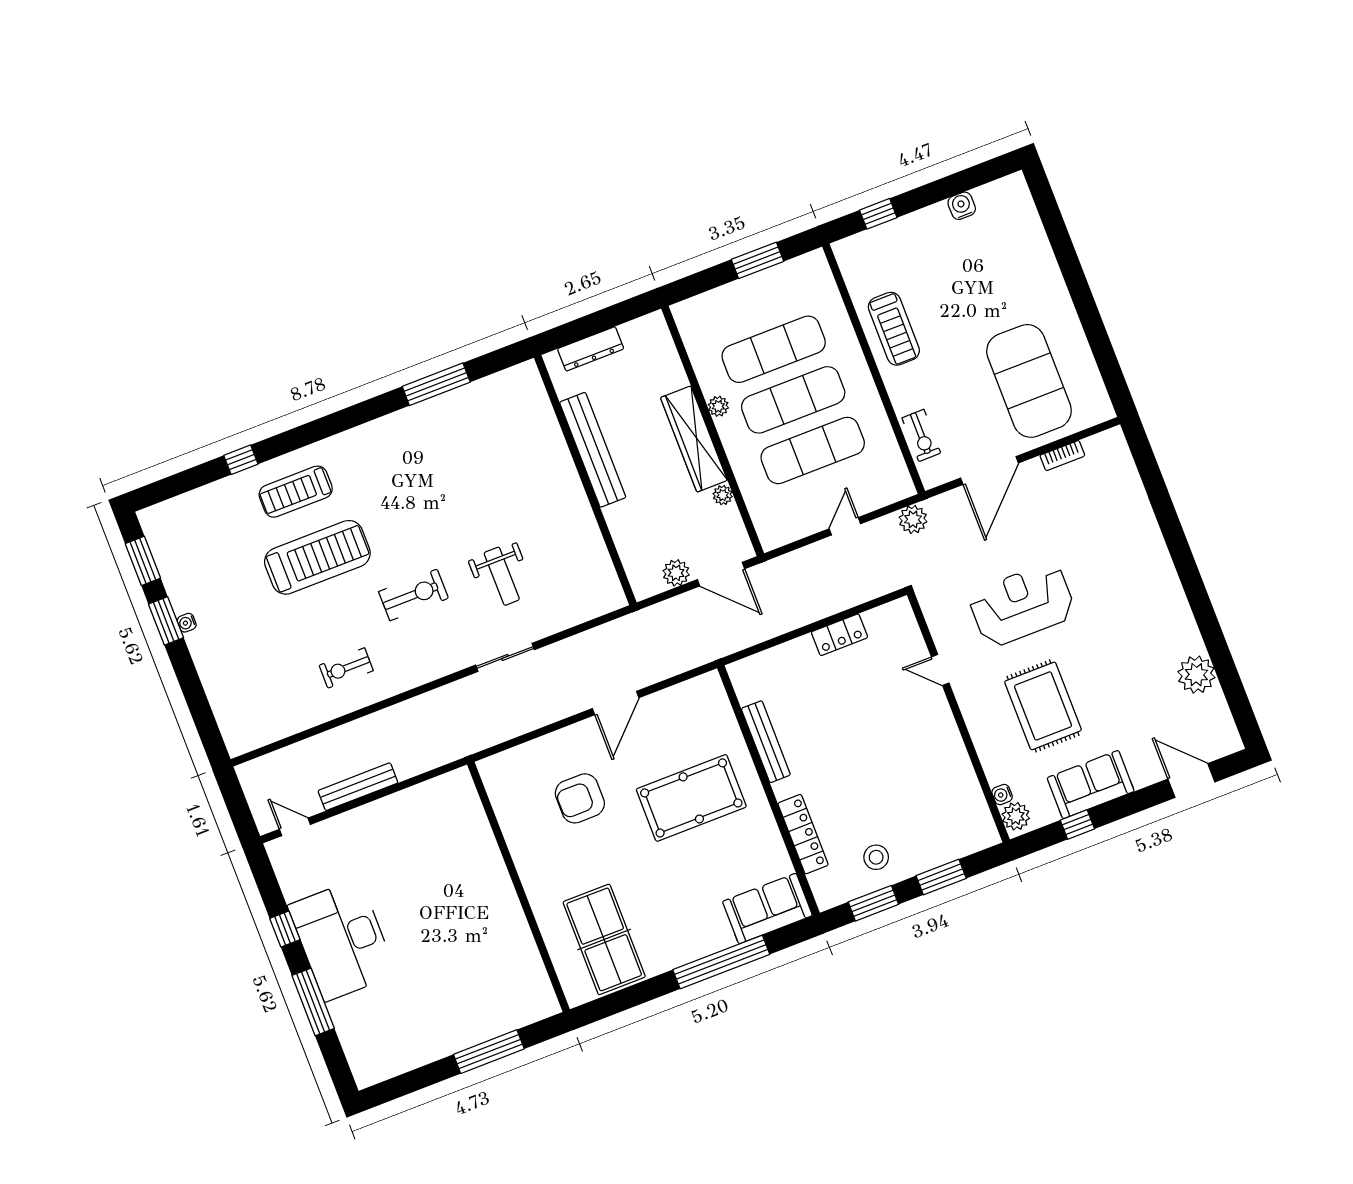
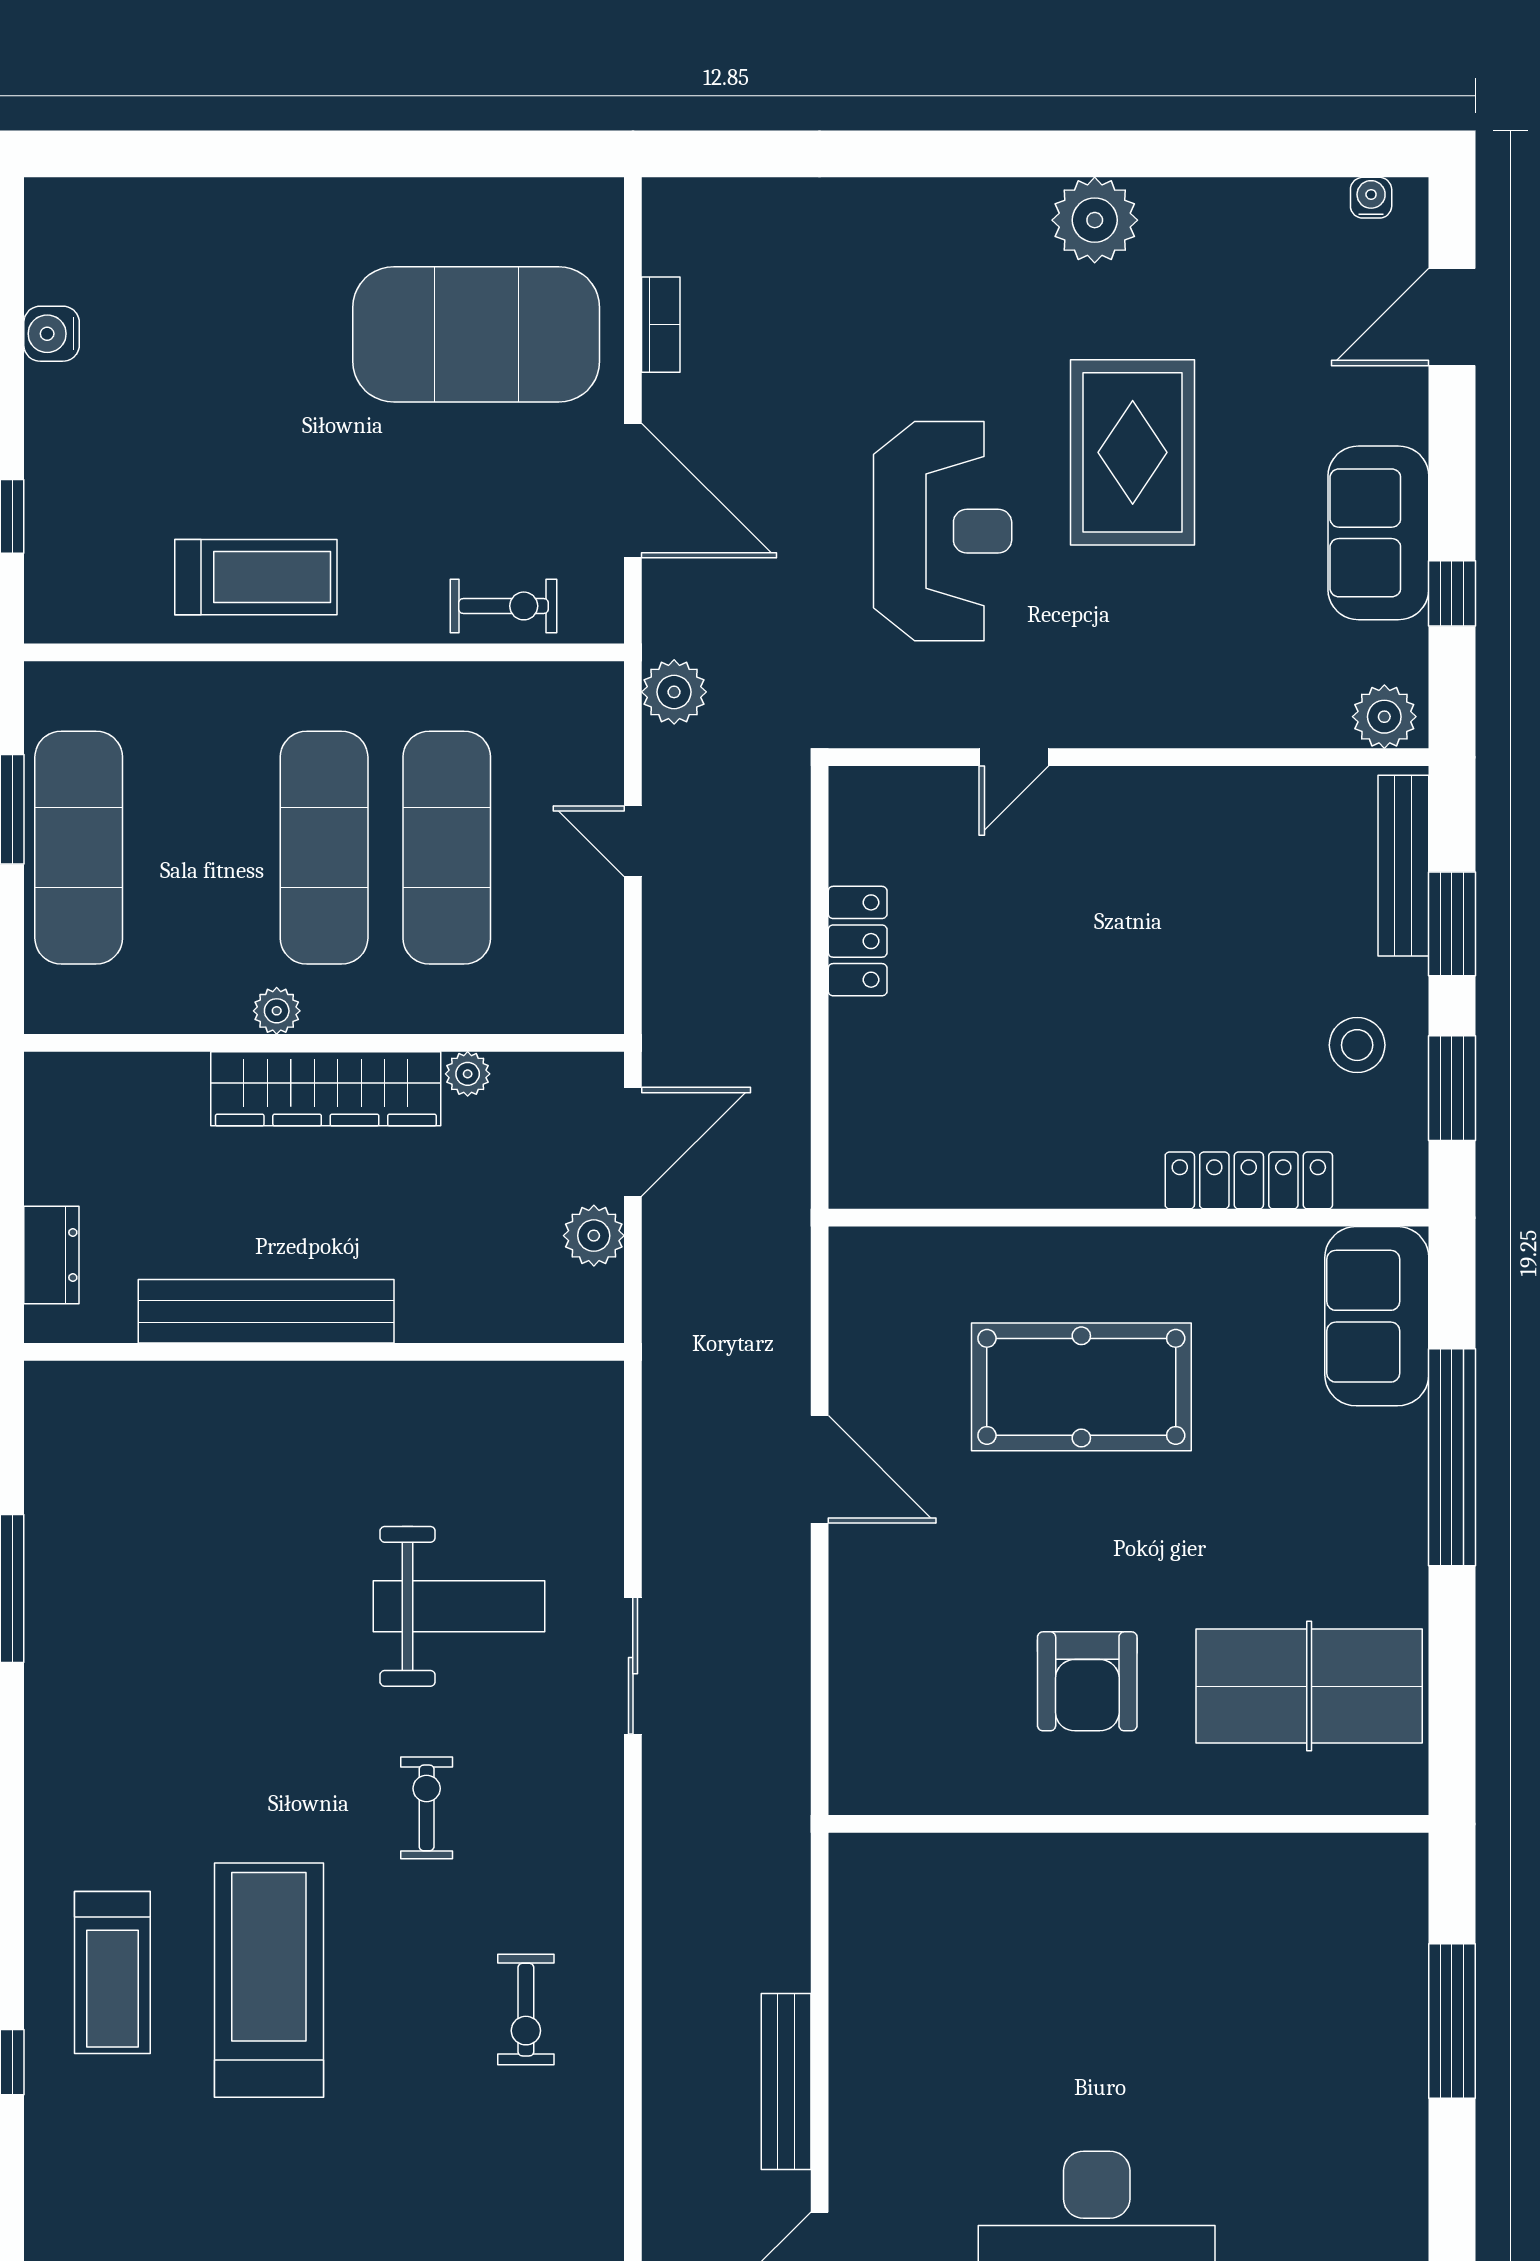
dresser: (591, 349) -> (51, 1255), width x0.70
exercise mat: (774, 349) -> (79, 848), moved
weight bench: (502, 576) -> (459, 1606), width x1.36, depth x1.33
exercise bike: (414, 595) -> (427, 1808), width x0.73, depth x0.72
reception desk: (1022, 605) -> (943, 531), turned 180
plant: (1196, 675) -> (1095, 220), moved
rug: (1043, 706) -> (1133, 452), moved, turned 90
bench: (766, 742) -> (1403, 866), moved, turned 90
water cooler: (1002, 795) -> (1371, 198), moved, turned 180
armchair: (580, 798) -> (1087, 1681), moved
pool table: (691, 798) -> (1081, 1387), turned 90

